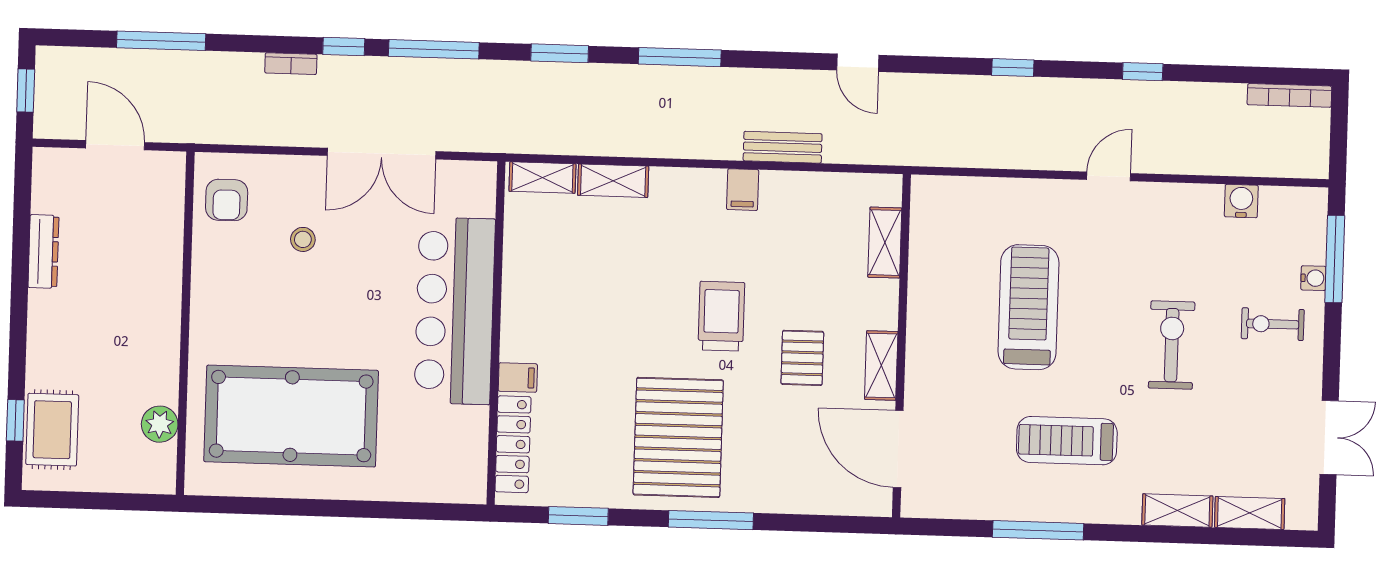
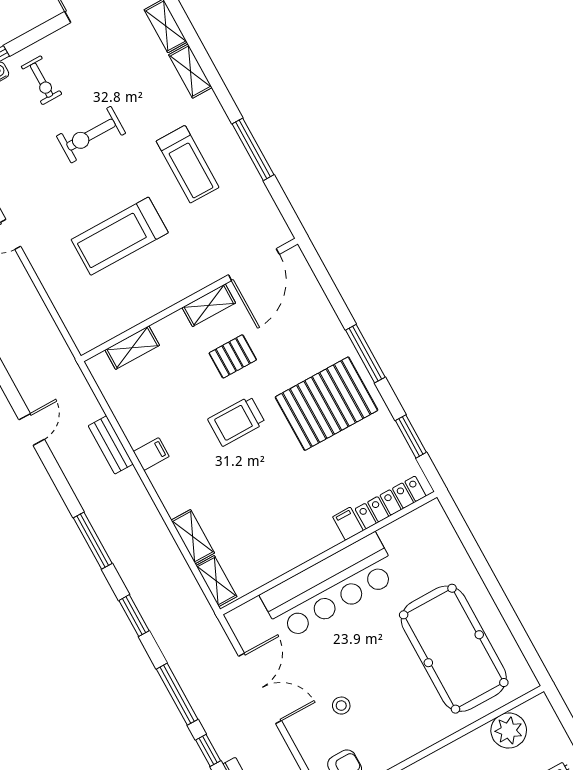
plant: (160, 424) -> (509, 731), width x1.36, depth x1.36

